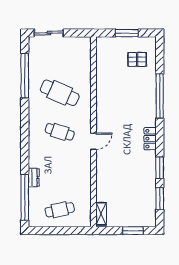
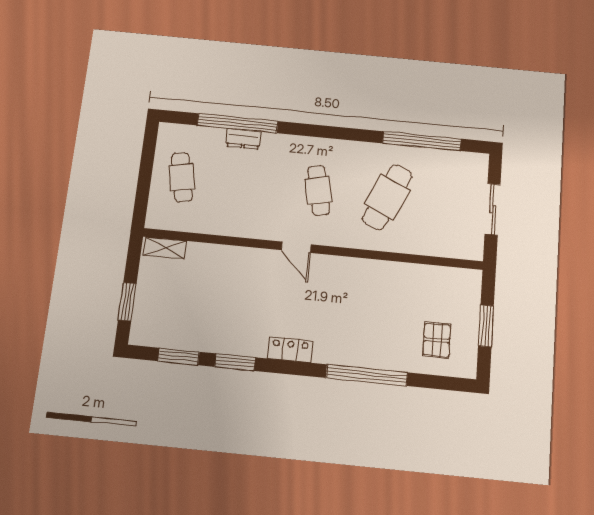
sliding door: (49, 33) -> (493, 209), moved
cafe table: (60, 132) -> (319, 190), turned -30
window: (25, 197) -> (238, 123), moved

